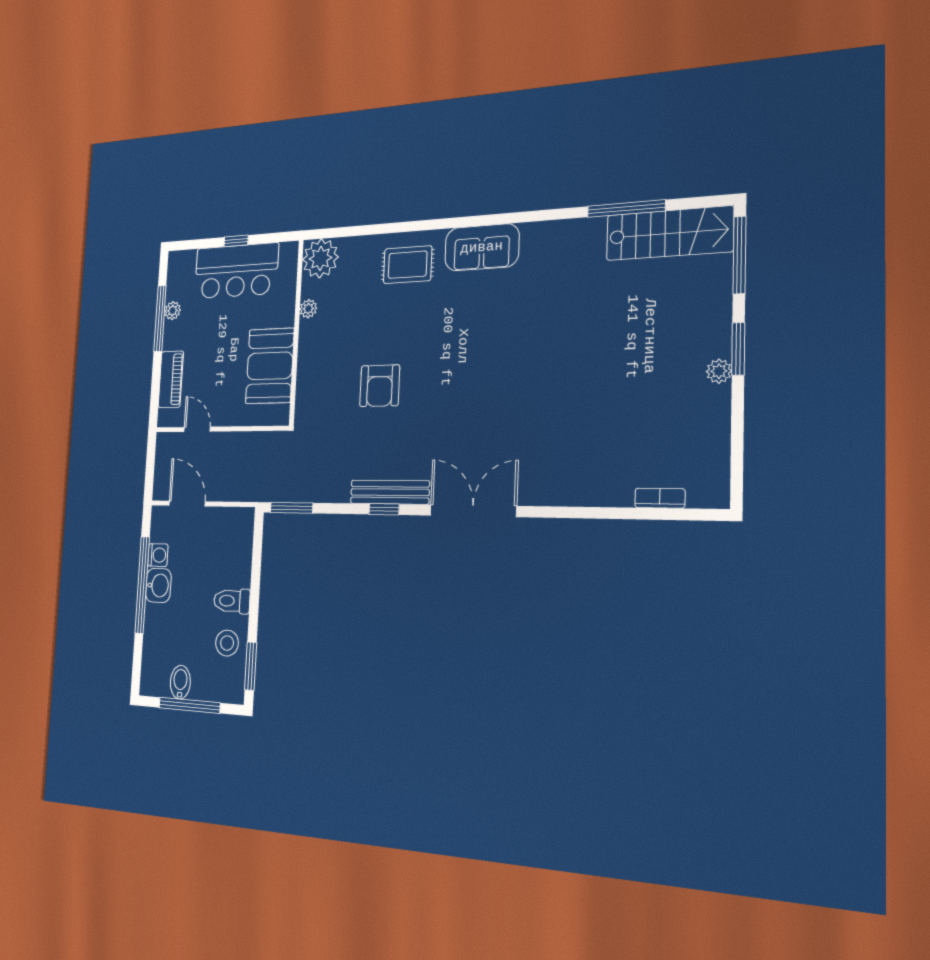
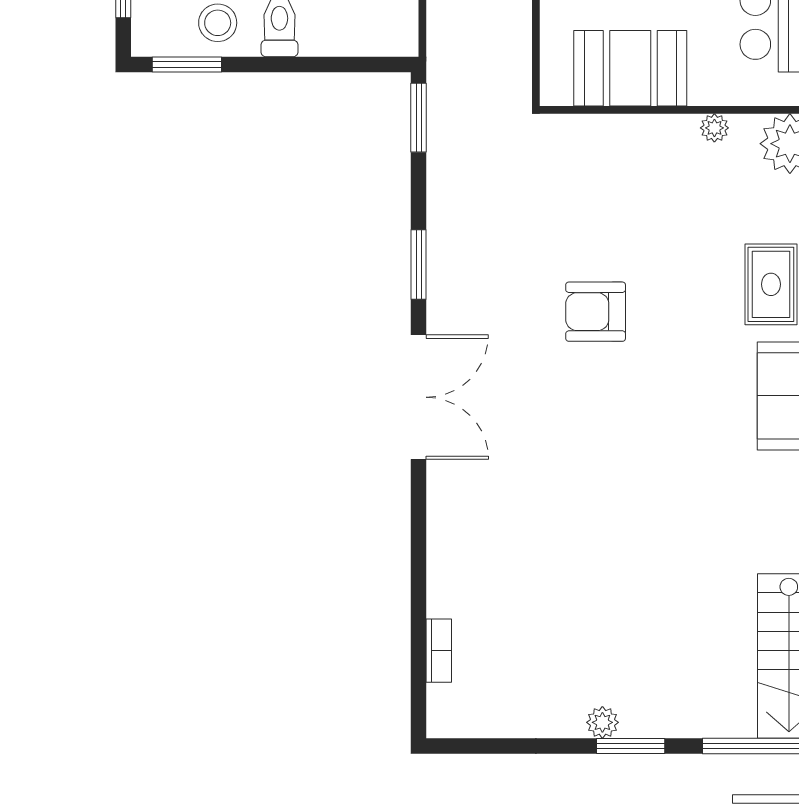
armchair: (380, 386) -> (596, 312), moved
bench: (390, 492) -> (443, 272), removed
window: (384, 509) -> (419, 265), width x1.50

